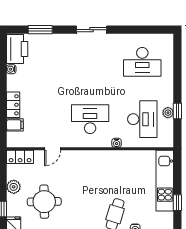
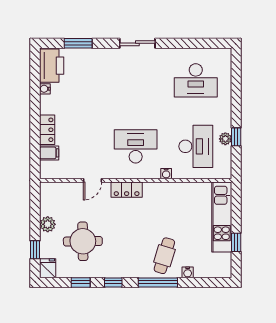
locker: (20, 157) -> (127, 190), moved

